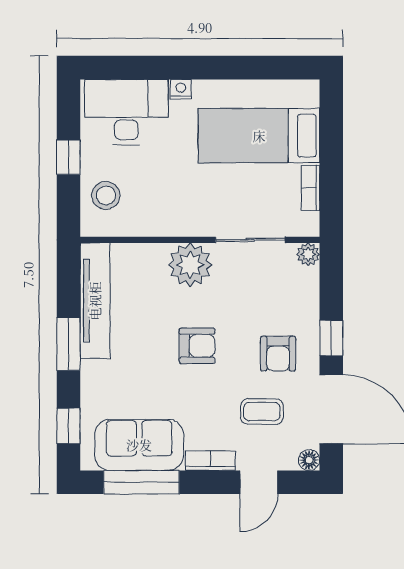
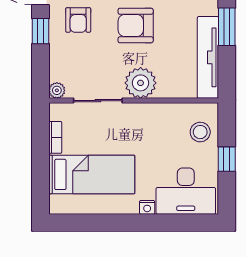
armchair: (197, 346) -> (136, 26), width x1.38, depth x1.38
armchair: (278, 354) -> (78, 20), turned 180

